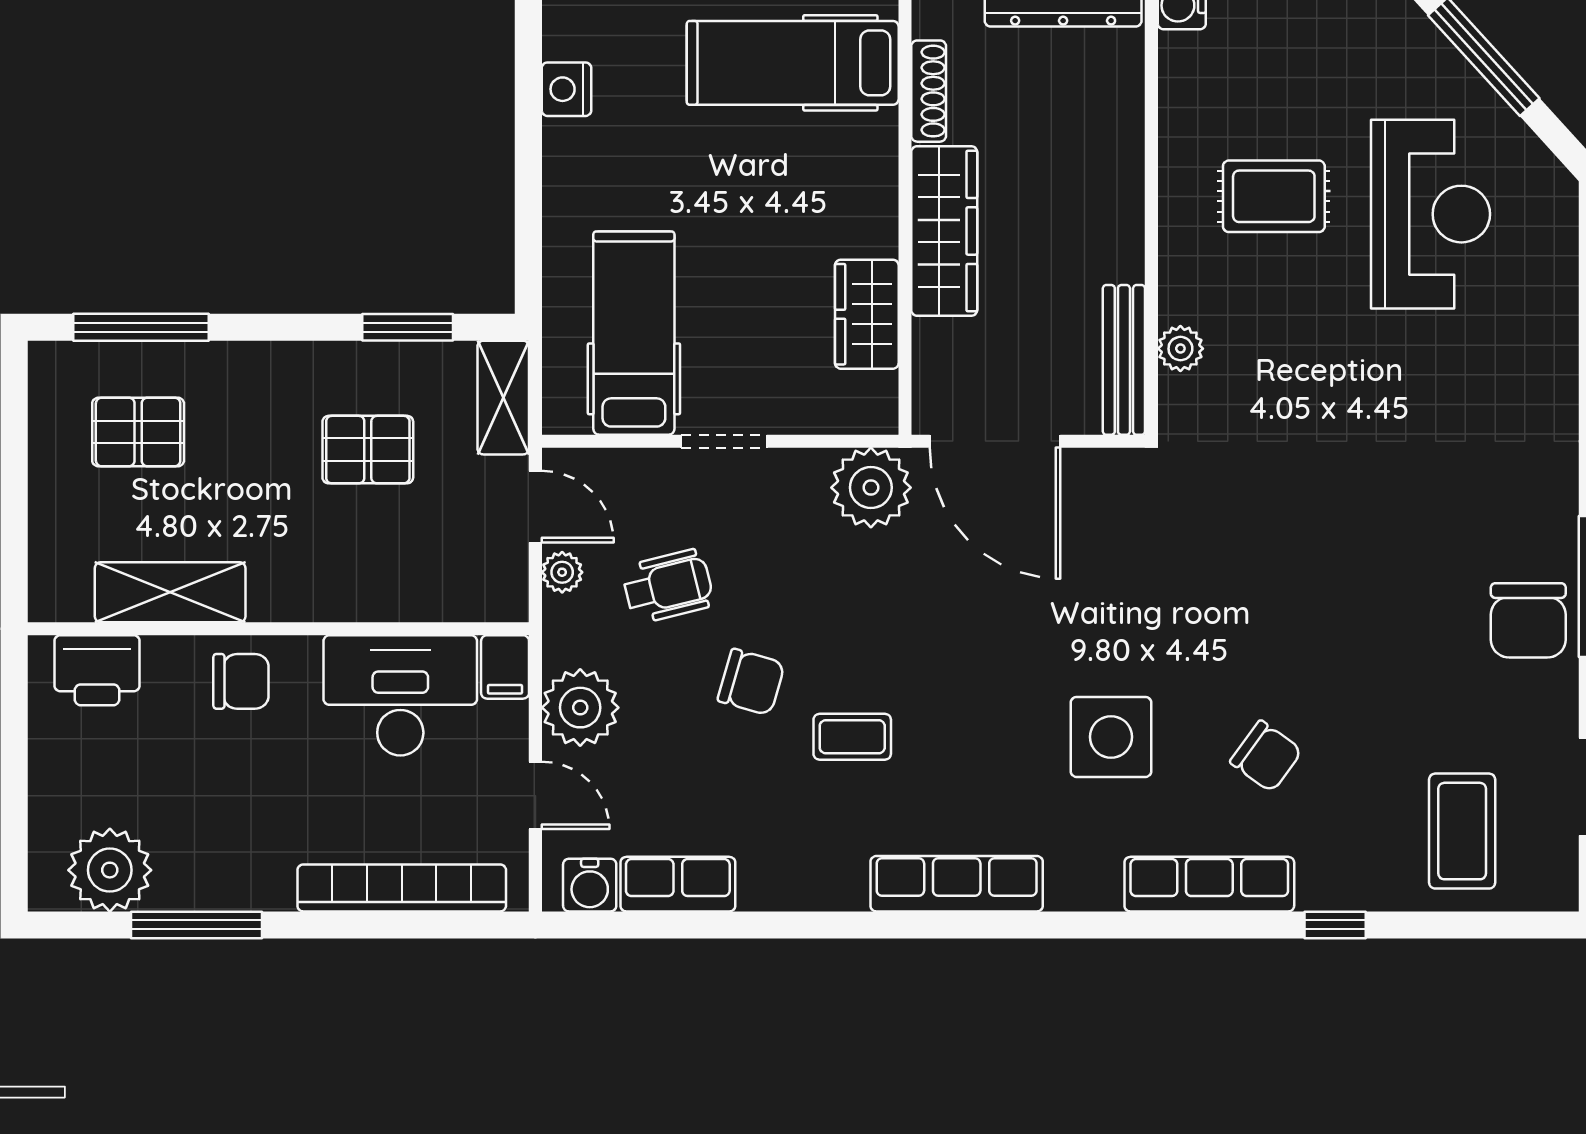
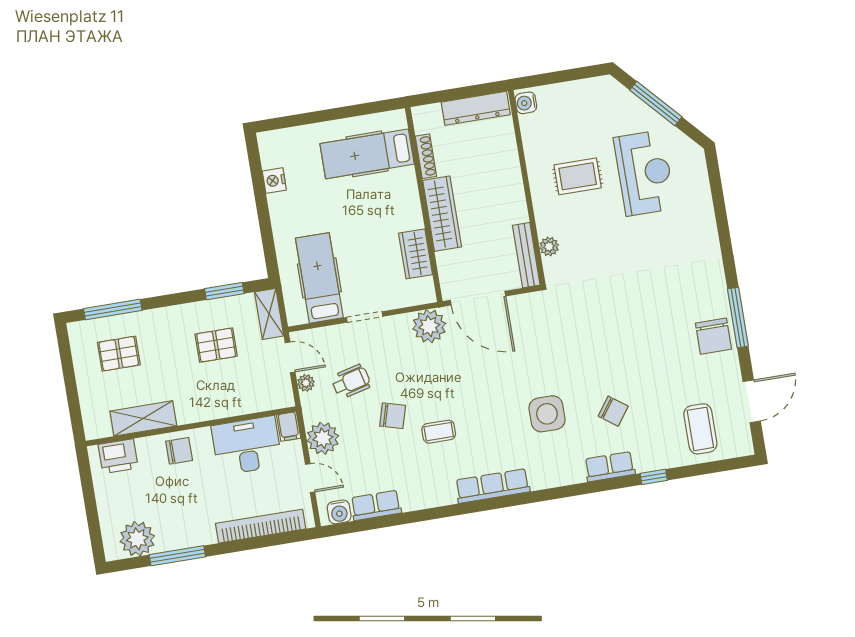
row of seats: (1209, 884) -> (610, 467), width x0.68

